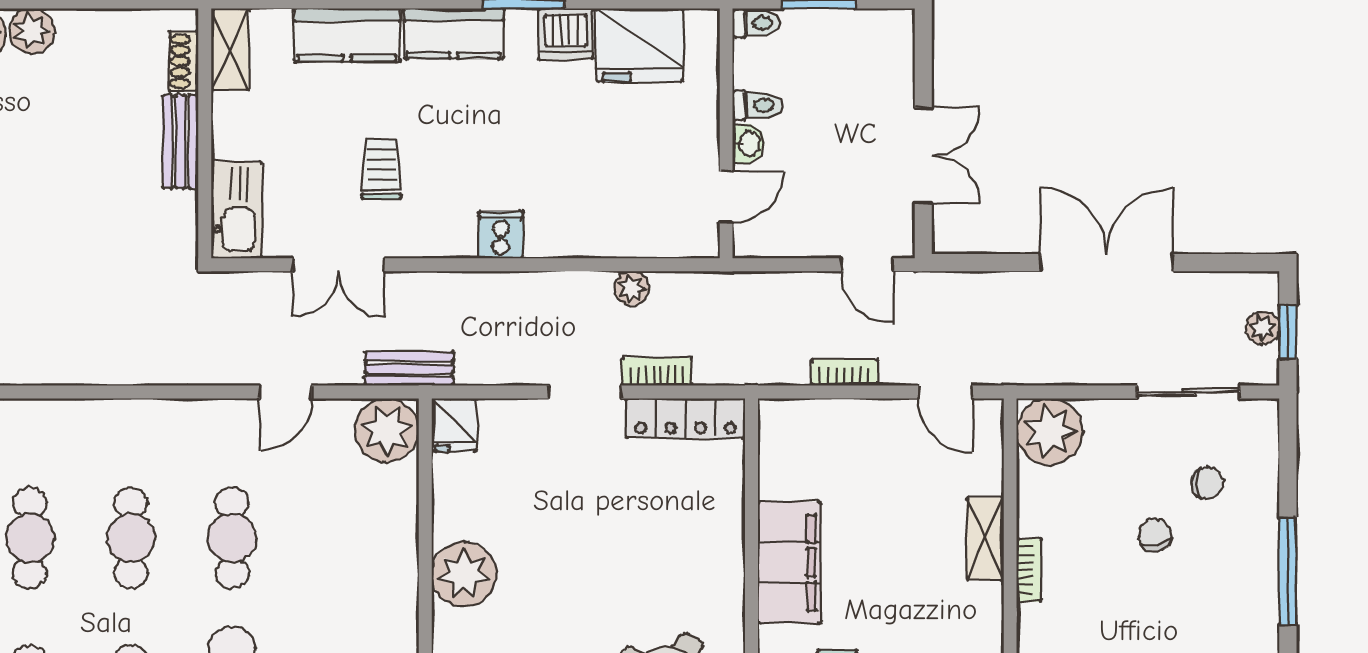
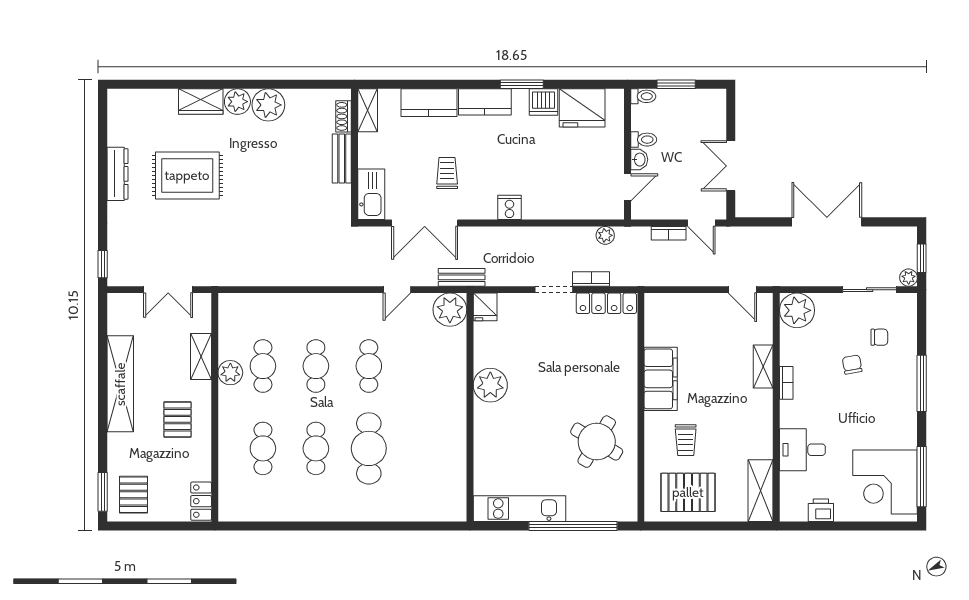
plant: (32, 31) -> (268, 105), width x1.36, depth x1.36
double door: (923, 155) -> (731, 166), swing flipped
double door: (338, 265) -> (425, 223), width x1.37
plant: (632, 288) -> (605, 235), moved
plant: (1263, 328) -> (909, 278), moved
bookcase: (844, 372) -> (669, 233), moved, turned 180

